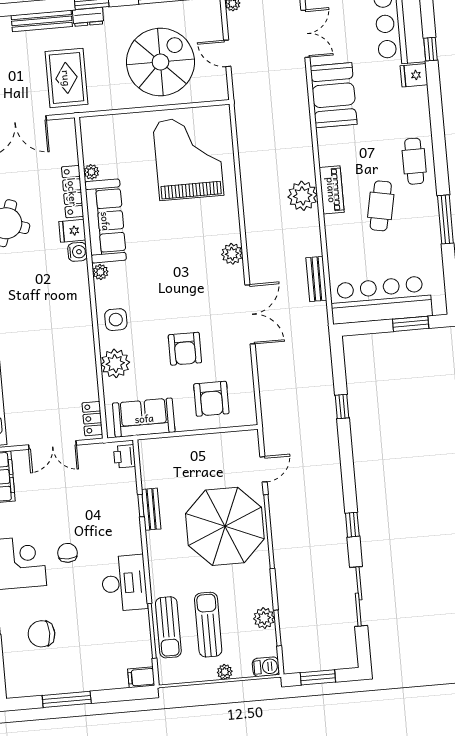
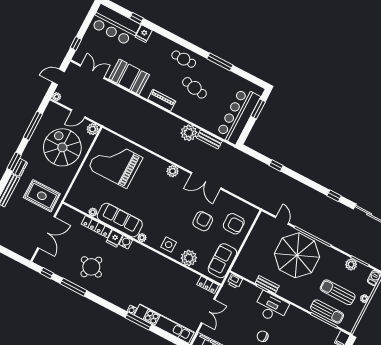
plant: (218, 90) -> (93, 129), added
piano: (332, 190) -> (162, 100), moved
plant: (303, 196) -> (189, 133), moved
double door: (250, 314) -> (206, 181), swing flipped
armchair: (185, 349) -> (203, 221), turned -90
desk: (124, 583) -> (271, 307), moved

